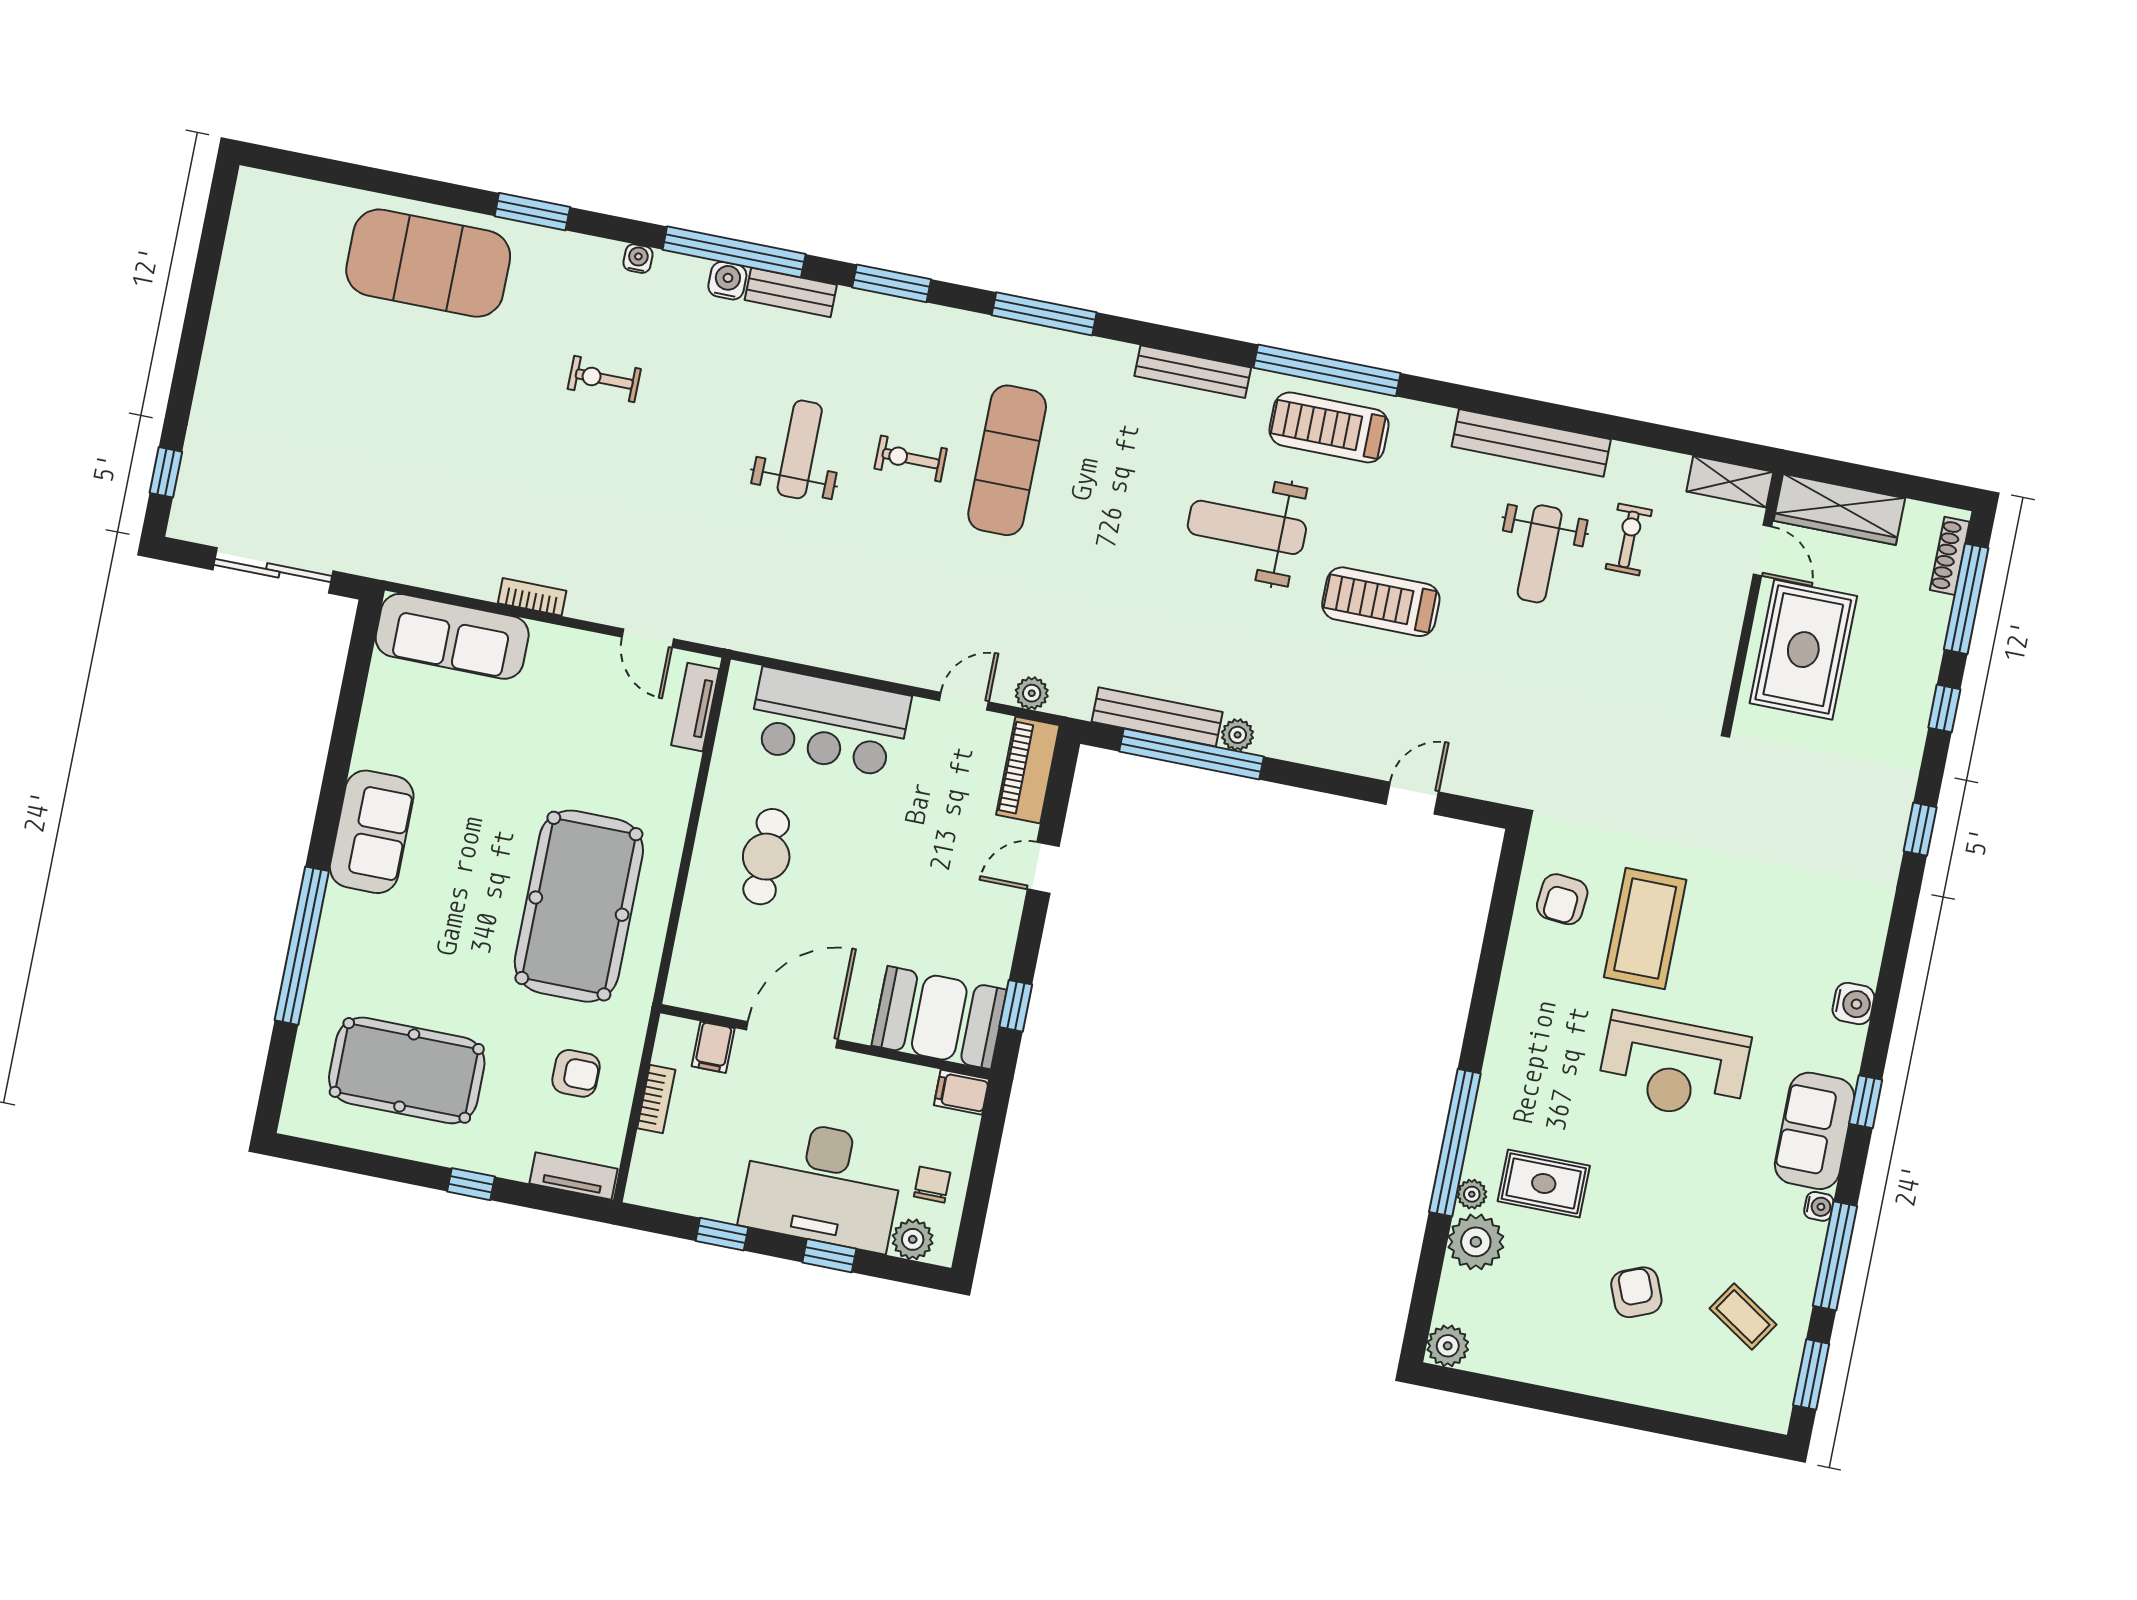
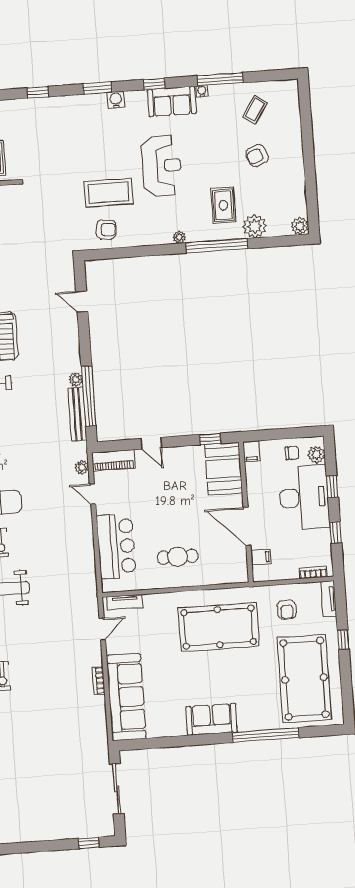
sofa: (452, 636) -> (126, 697), width x1.36, depth x1.27
pool table: (407, 1070) -> (304, 679), width x1.36, depth x1.32
armchair: (576, 1073) -> (287, 610), turned 180
bookcase: (656, 1099) -> (313, 572), moved
chair: (932, 1185) -> (292, 453), turned 180
plant: (1472, 1194) -> (179, 237), moved
window: (1811, 1374) -> (97, 88), moved

